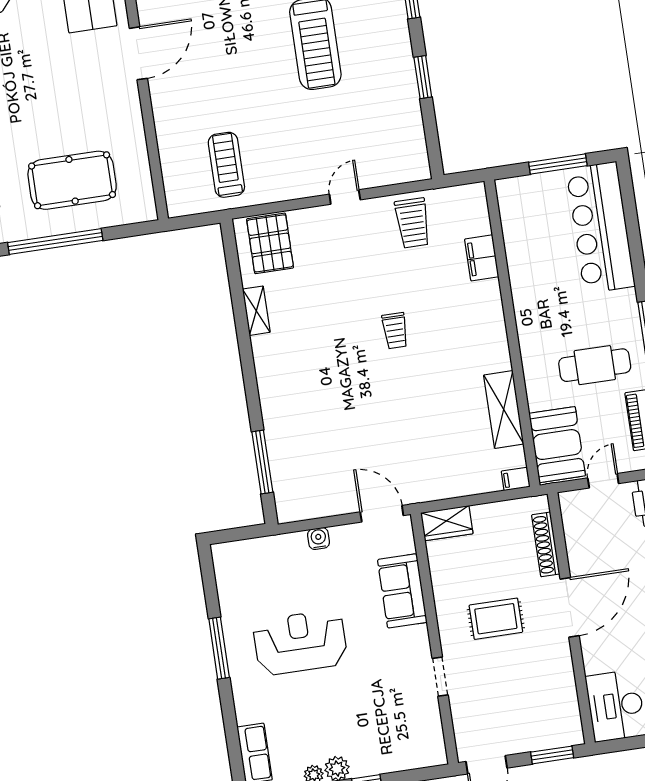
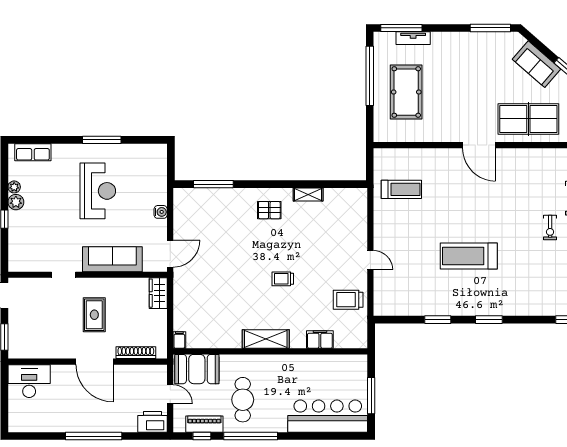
pallet: (270, 243) -> (269, 210), moved, width x0.67, depth x0.71
shelving: (504, 410) -> (266, 339), moved
sofa: (402, 591) -> (112, 259), width x1.36

